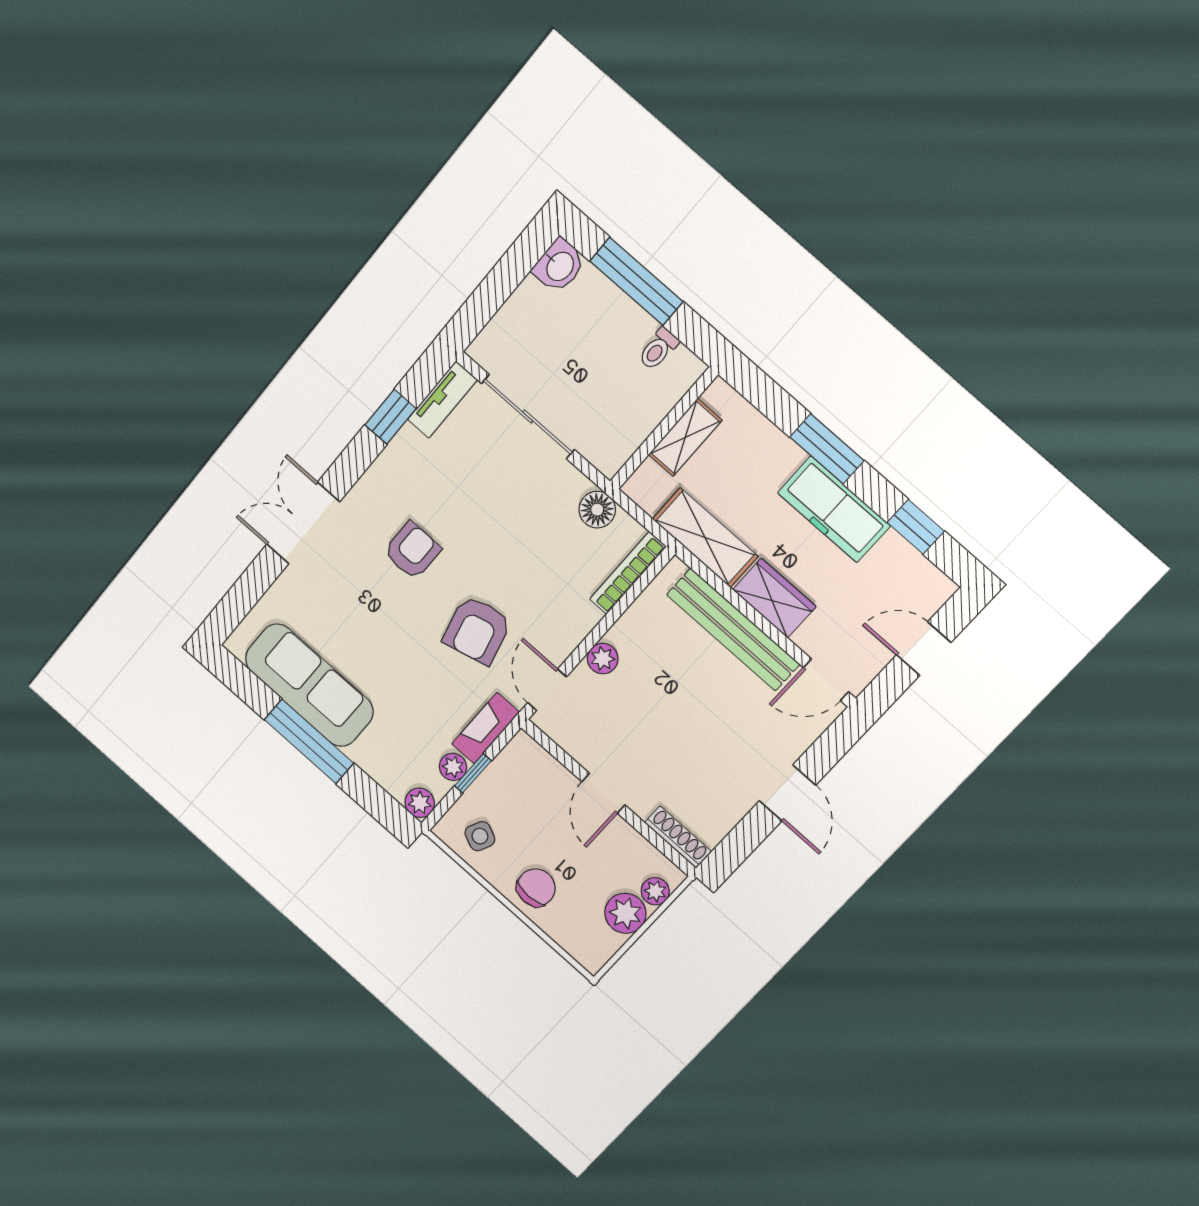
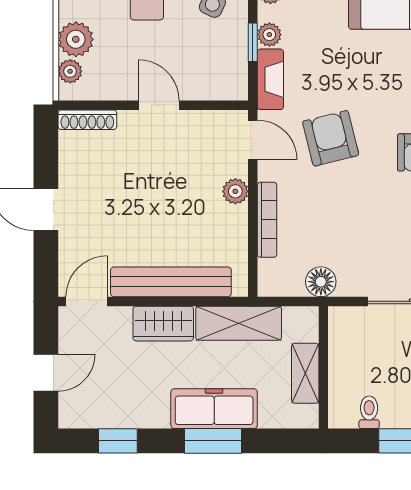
freezer: (834, 509) -> (214, 409), moved
bookcase: (628, 573) -> (267, 220), moved

